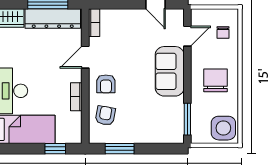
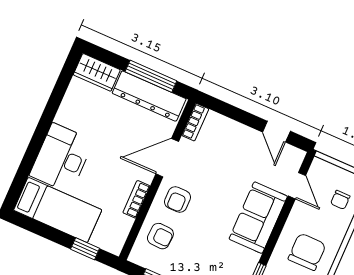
door: (187, 36) -> (297, 186), hinge flipped
door: (85, 57) -> (167, 158), width x1.38
armchair: (105, 116) -> (160, 236), turned 83

